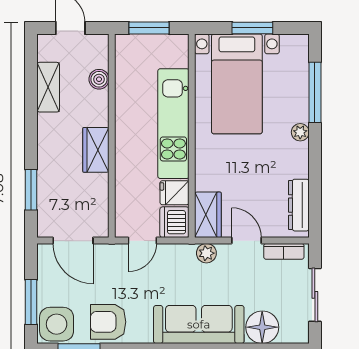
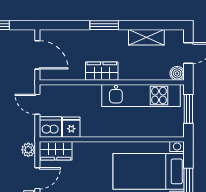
boiler: (99, 79) -> (177, 73), moved
kitchen unit: (173, 124) -> (141, 96), moved, turned 180
window: (31, 190) -> (104, 25), moved
door: (73, 241) -> (37, 55), swing flipped

